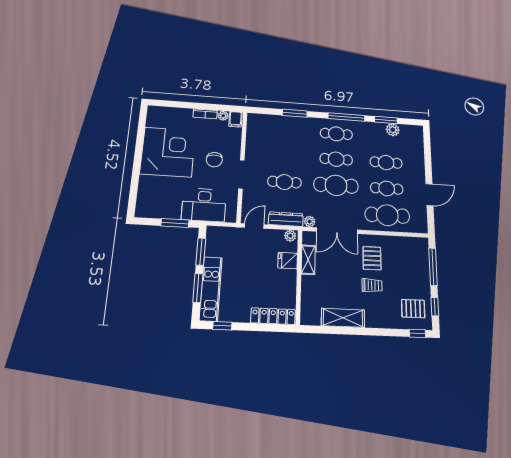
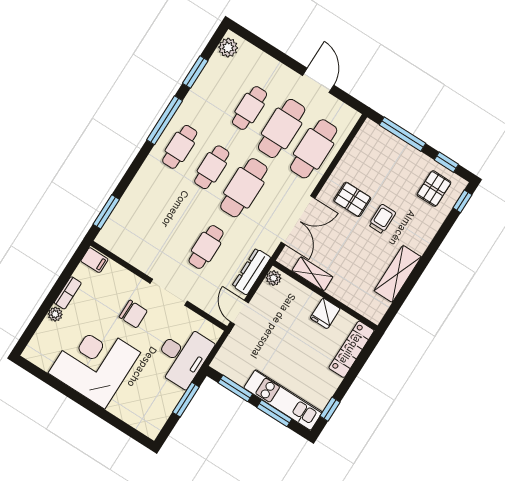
window: (295, 113) -> (106, 212), moved
plant: (223, 116) -> (55, 314), moved
plant: (393, 130) -> (228, 48), moved
cafe table: (387, 188) -> (282, 128), width x1.37, depth x1.35
plant: (310, 221) -> (270, 246), removed
fridge: (288, 261) -> (325, 313), moved

